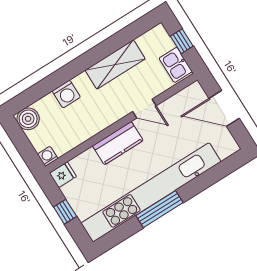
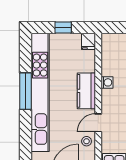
stool: (172, 109) -> (87, 141), added
washing machine: (48, 156) -> (107, 82), moved

